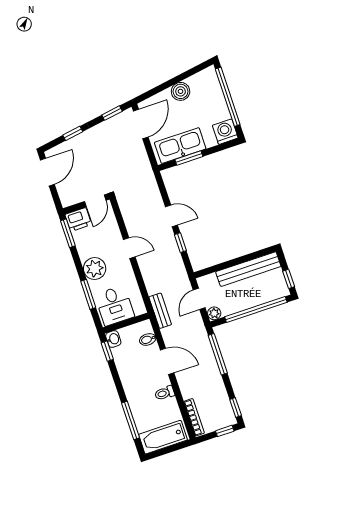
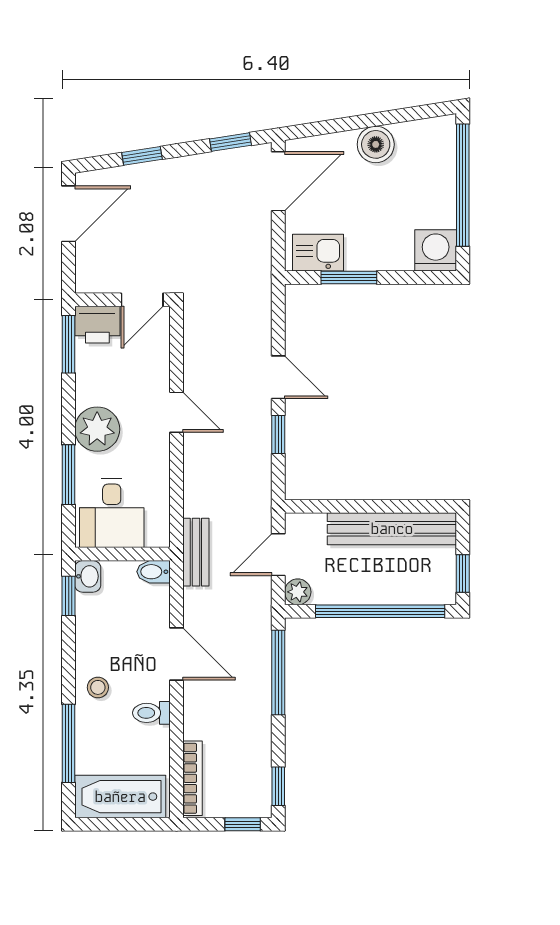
kitchen sink: (180, 146) -> (318, 253), width x0.53, depth x0.81
bidet: (148, 339) -> (154, 572), moved
stool: (135, 390) -> (98, 687), added

